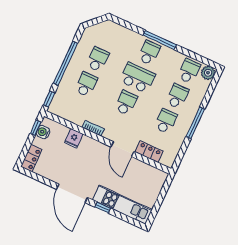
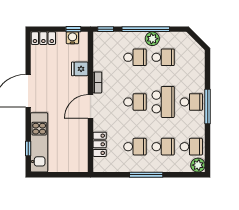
plant: (77, 61) -> (152, 39), added
door: (122, 149) -> (91, 107), moved
window: (103, 208) -> (28, 148), moved

